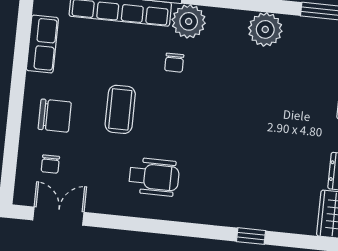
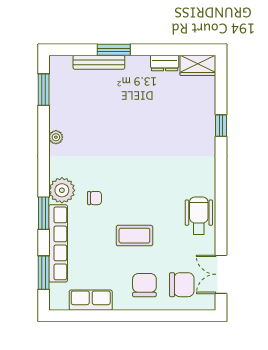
plant: (265, 29) -> (56, 137), width x0.53, depth x0.53
chair: (50, 164) -> (182, 285), width x1.87, depth x1.87
wheelchair: (154, 177) -> (199, 216), moved

